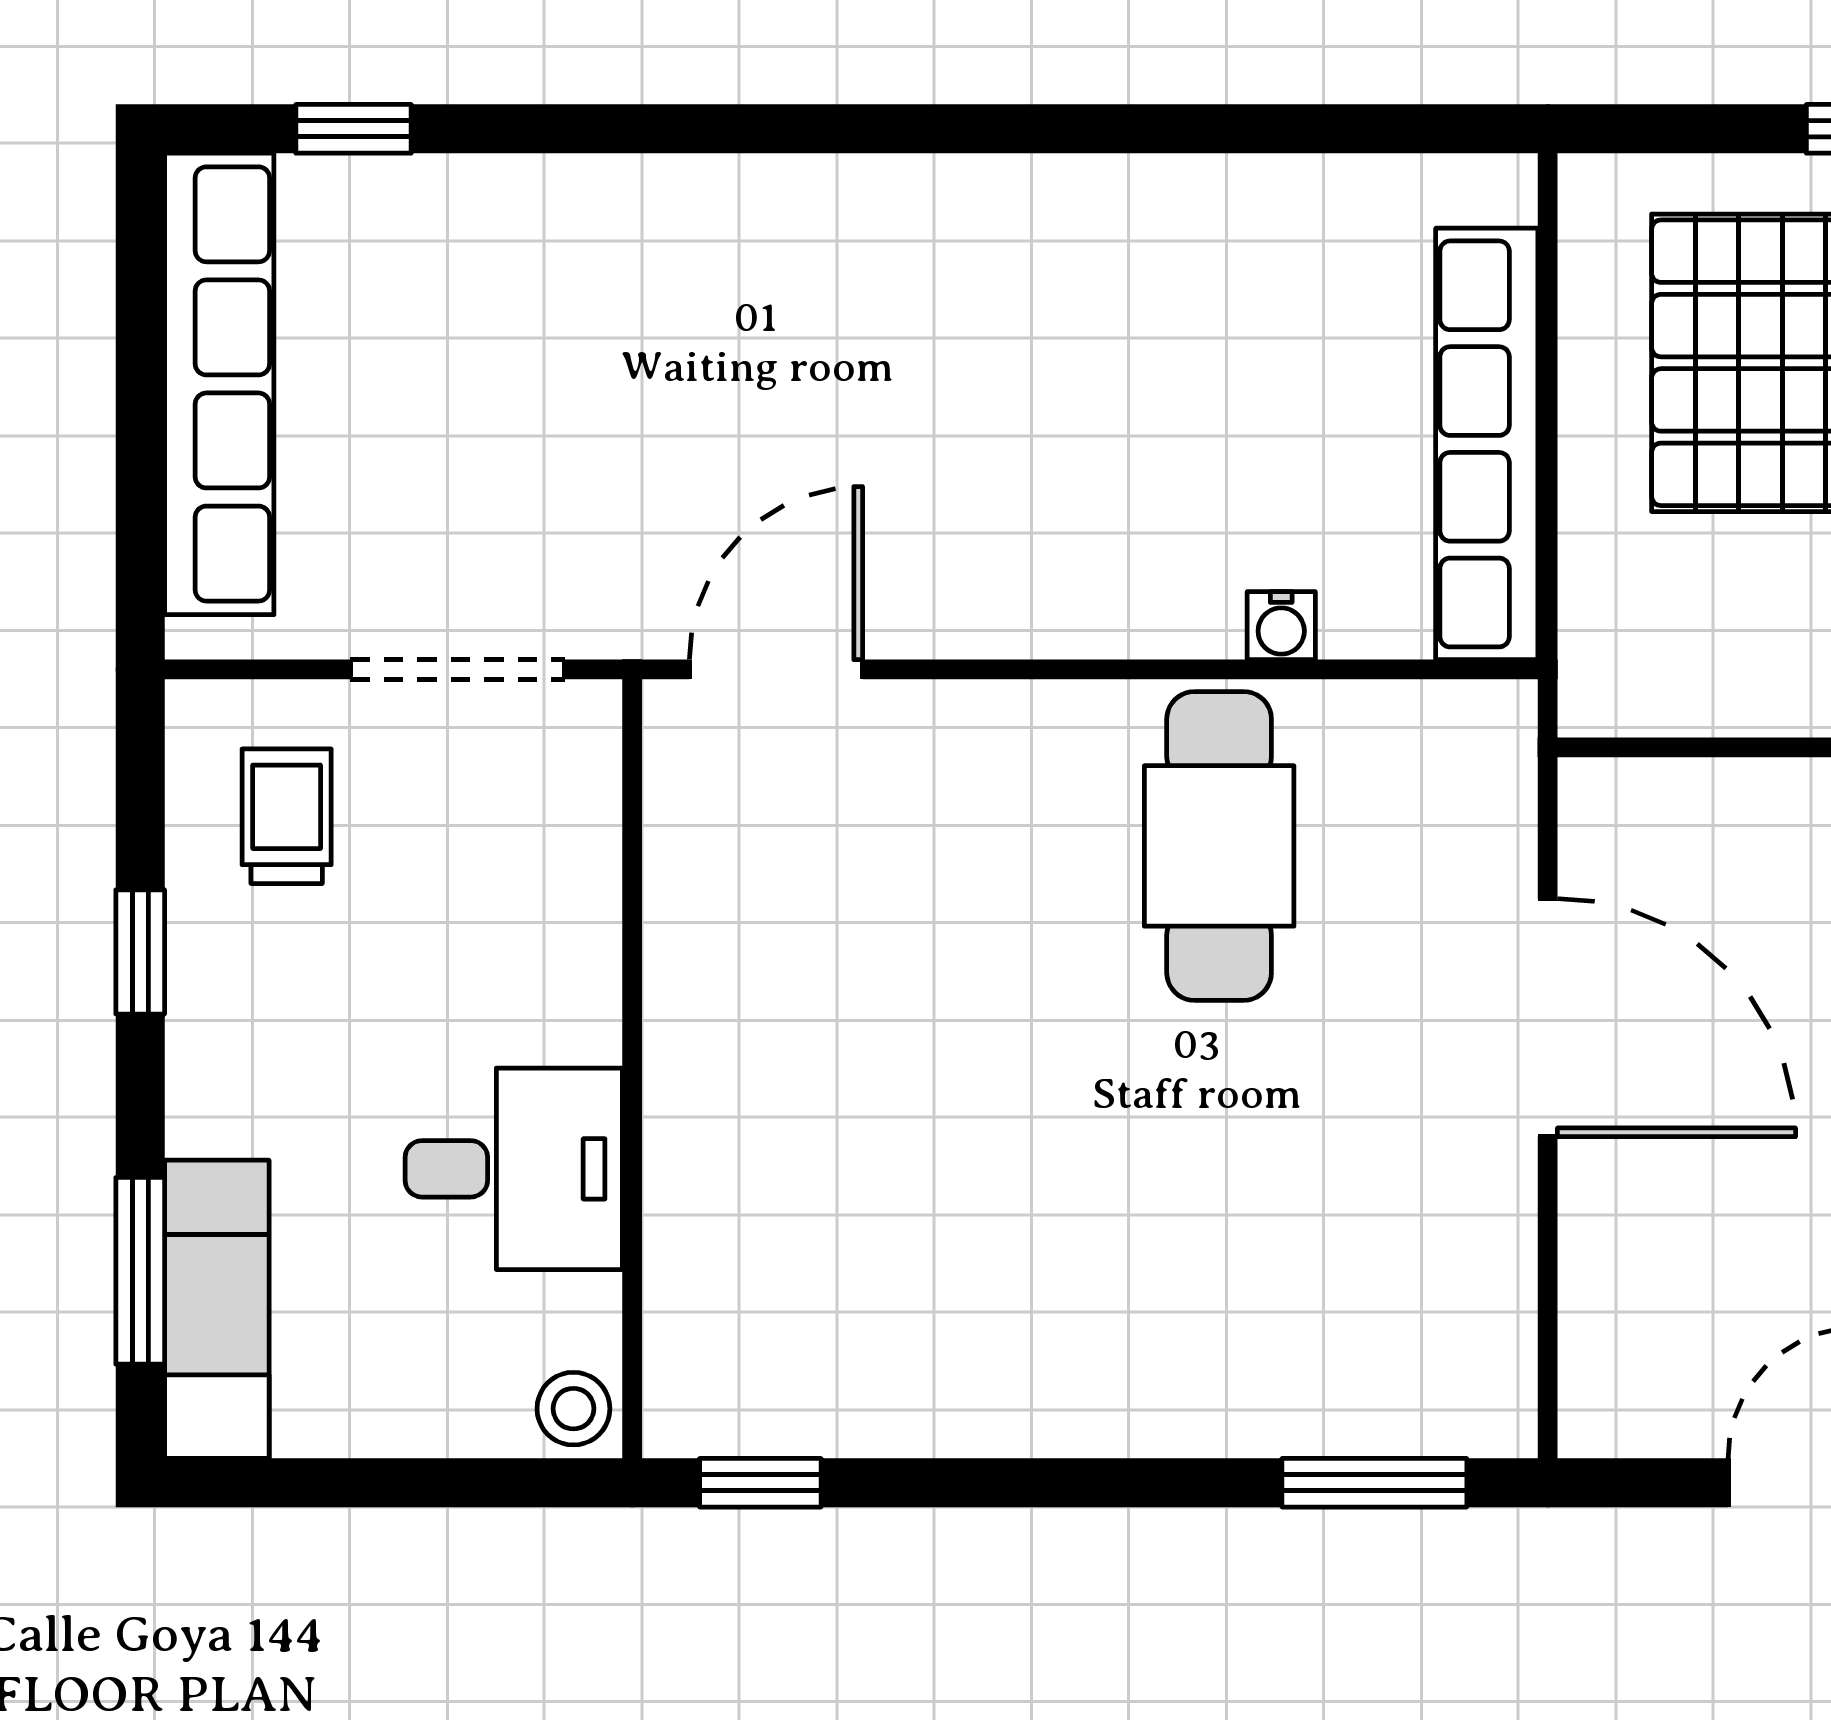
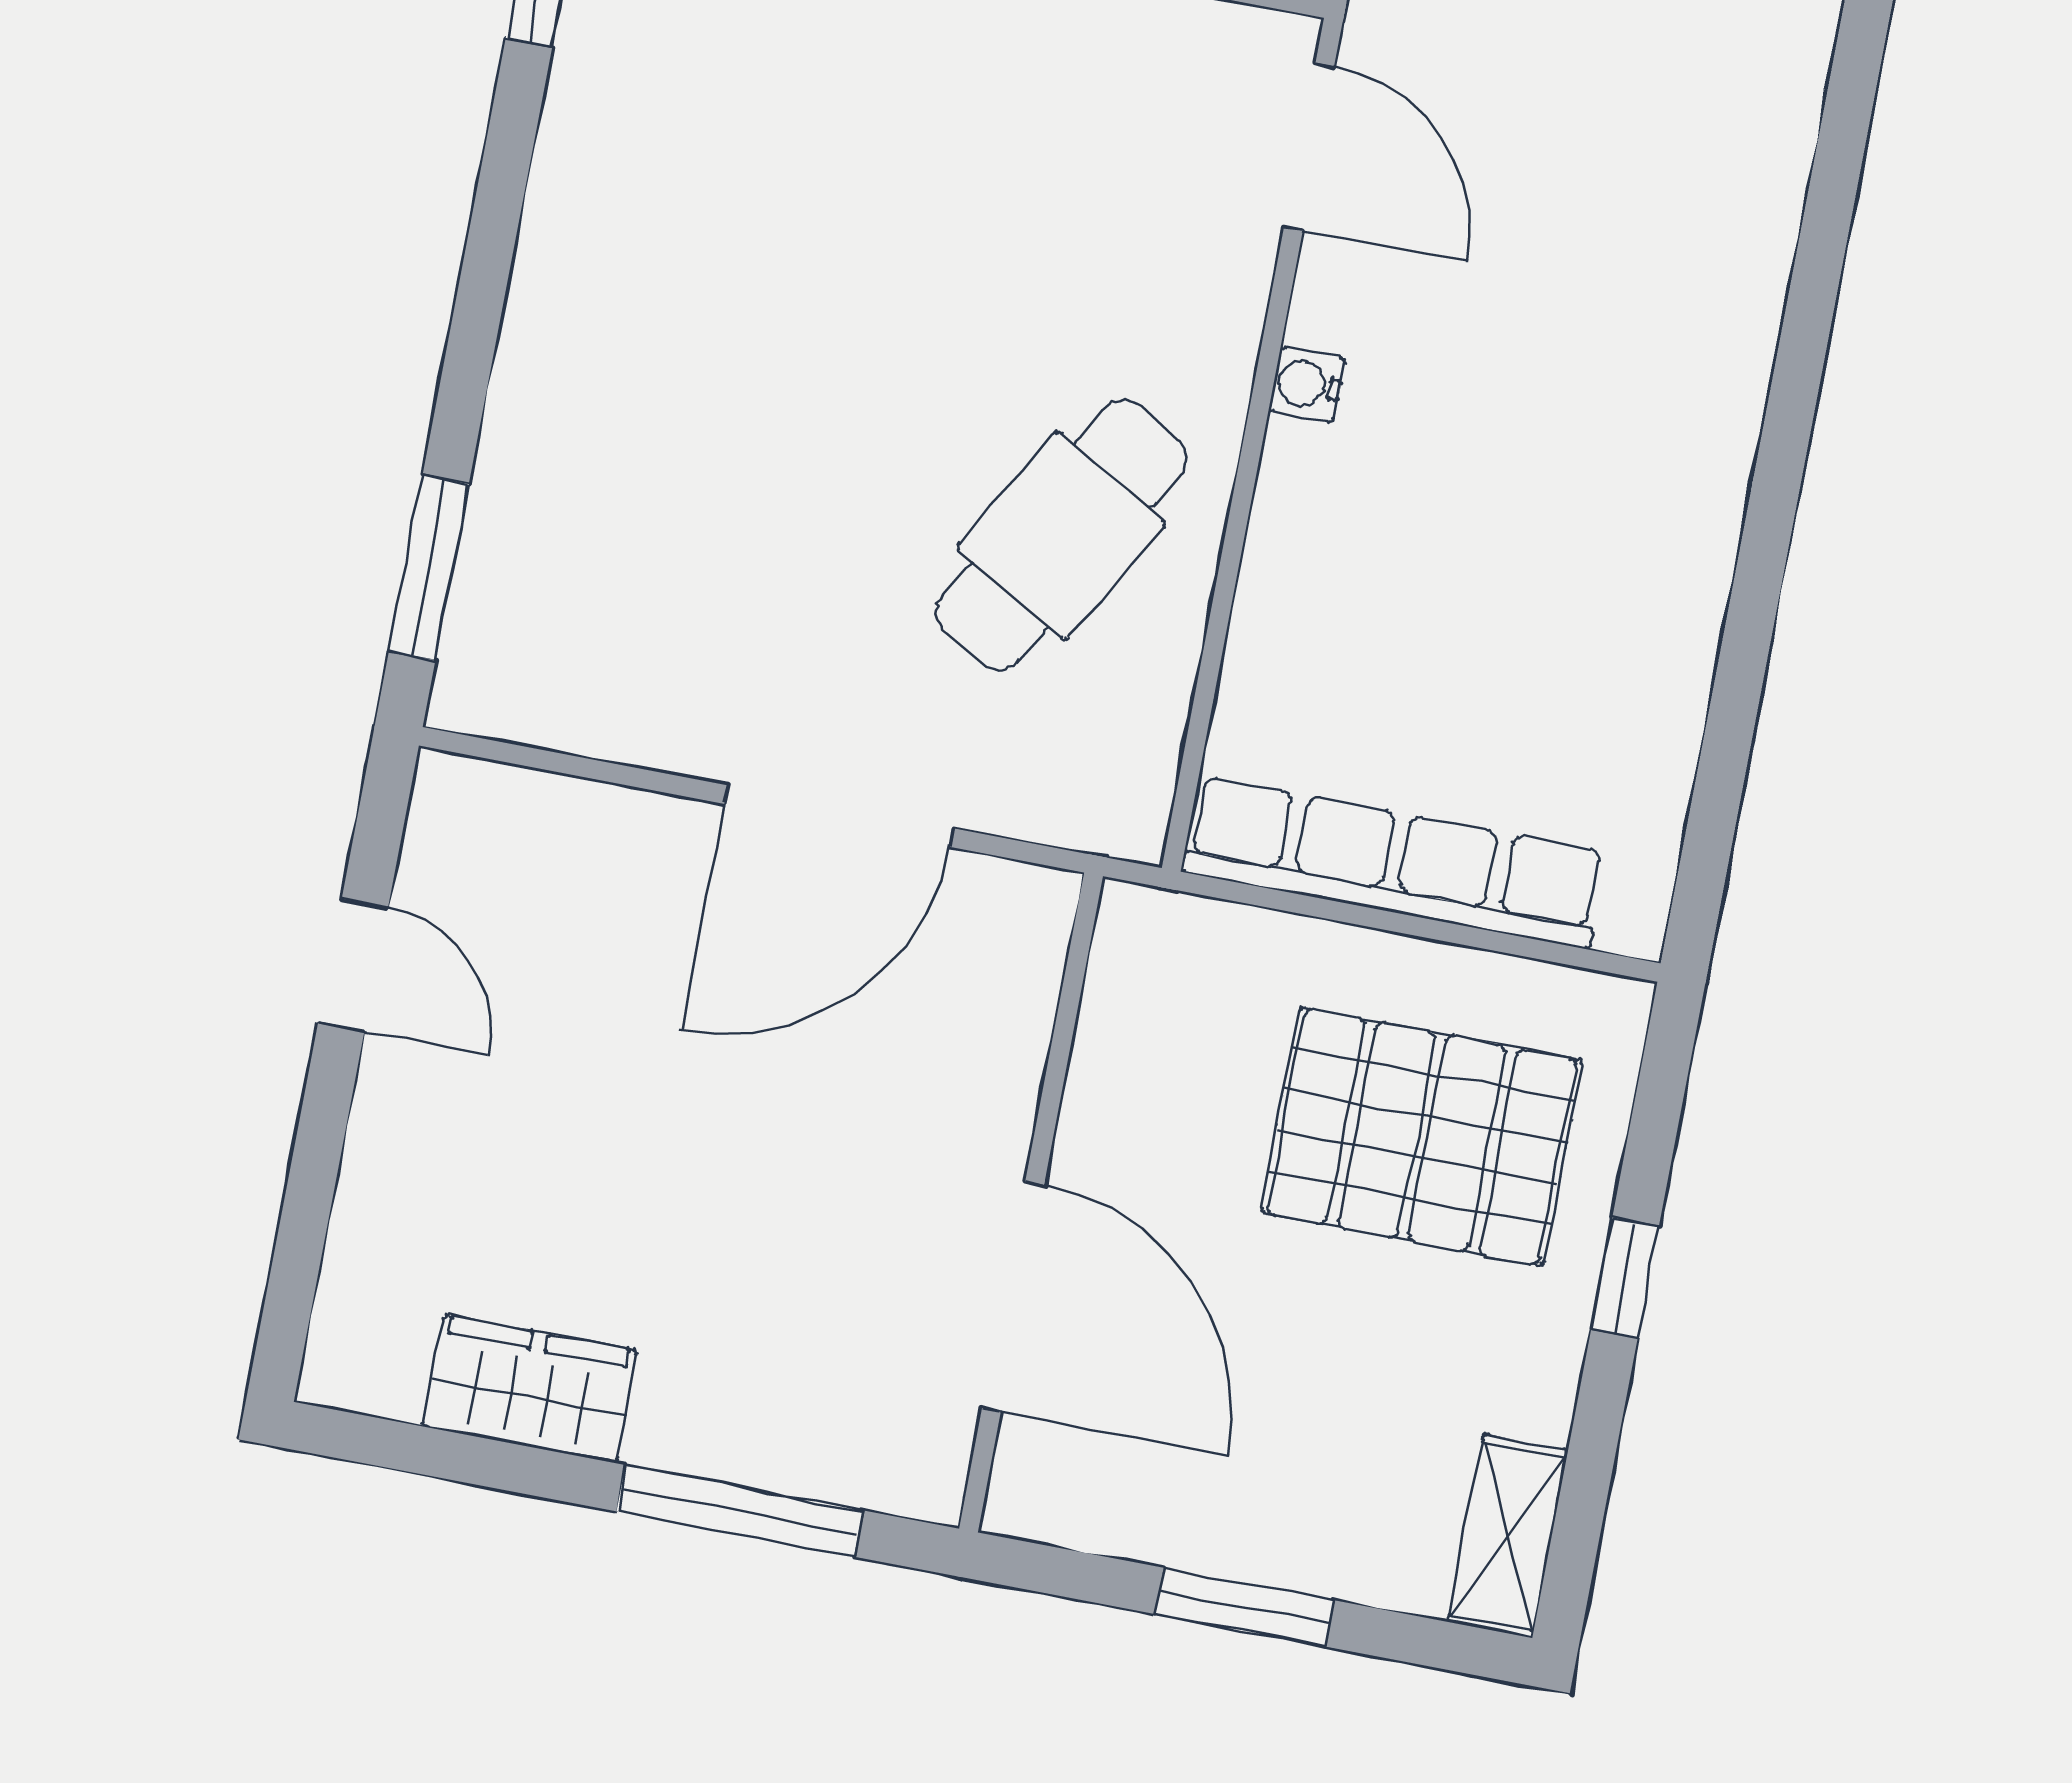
water cooler: (1281, 626) -> (1307, 385), moved
cafe table: (1219, 846) -> (1061, 535), turned -60

